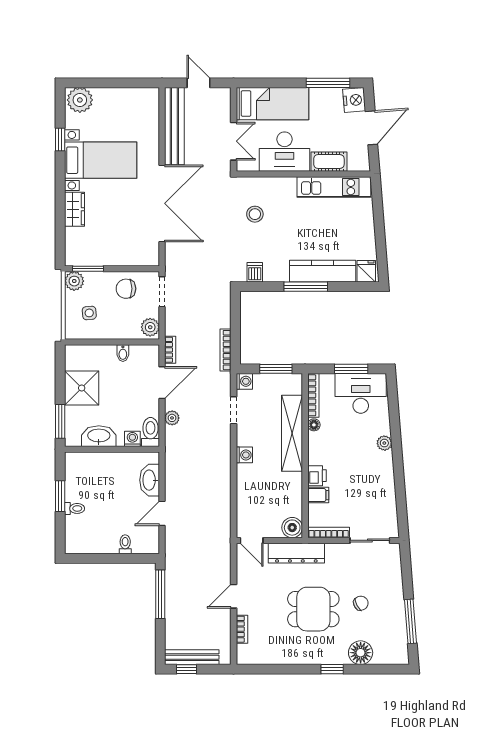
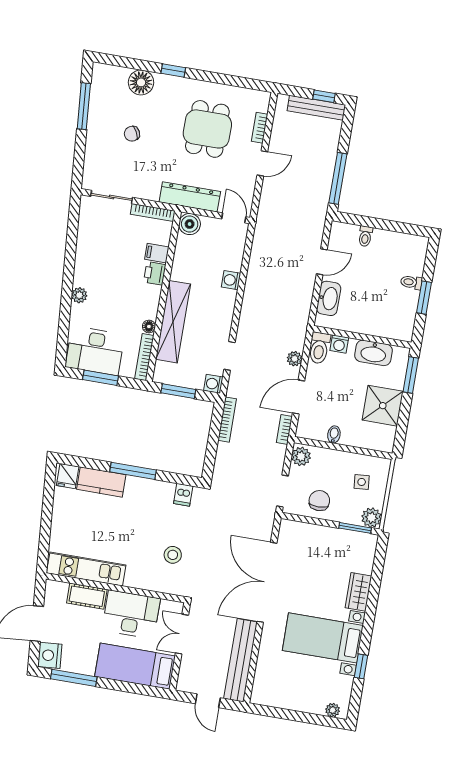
plant: (80, 100) -> (333, 710), width x0.53, depth x0.53
kitchen counter: (323, 271) -> (101, 482), width x0.67
chair: (126, 289) -> (319, 501), turned -90
washing machine: (244, 455) -> (231, 280), moved
dining table: (313, 609) -> (207, 129), moved, turned 90

